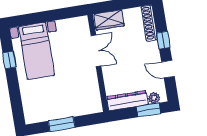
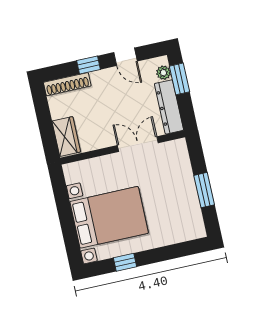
bed with nightstands: (36, 51) -> (109, 217), width x1.36
double door: (96, 51) -> (138, 144), moved
door: (168, 69) -> (125, 57), hinge flipped

